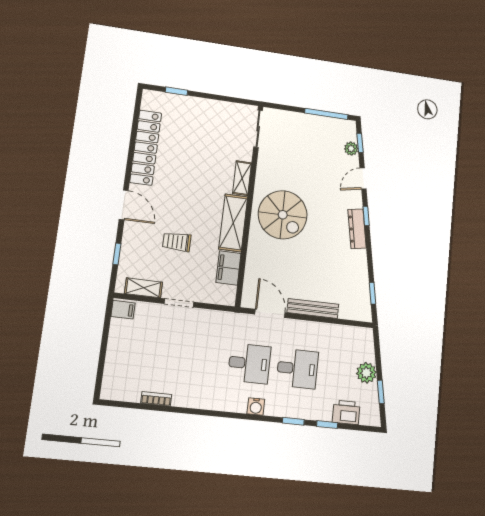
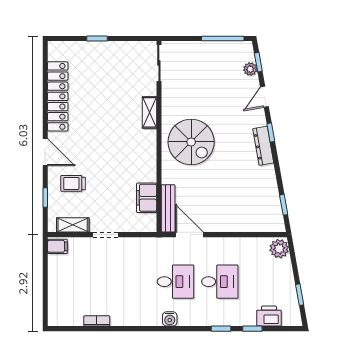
window: (176, 91) -> (97, 38), moved
shelving: (233, 223) -> (146, 156), removed
trolley: (177, 242) -> (73, 183), moved
bench: (313, 308) -> (168, 208), moved, turned 90
plant: (366, 373) -> (279, 249), moved
water cooler: (256, 406) -> (170, 319), moved

